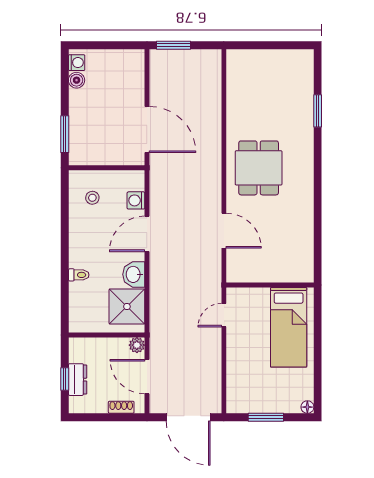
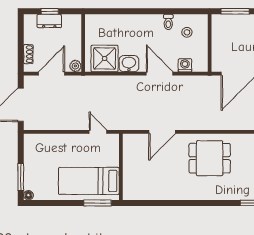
toilet: (79, 275) -> (168, 22), moved
window: (318, 316) -> (97, 203), added
window: (266, 417) -> (21, 177), moved

